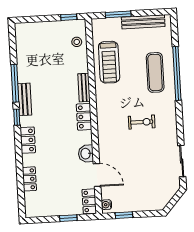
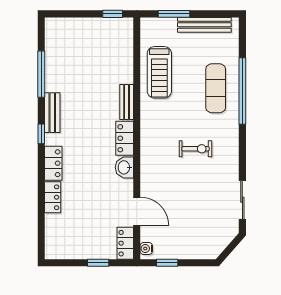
stool: (77, 42) -> (121, 45), removed
window: (15, 83) -> (41, 74), moved
washbasin: (86, 154) -> (124, 167), moved
locker: (29, 179) -> (53, 197), moved

